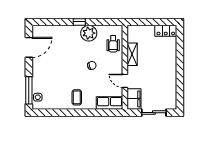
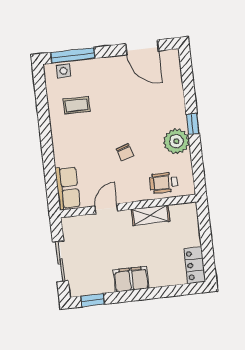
window: (180, 96) -> (93, 300), added
coffee table: (77, 97) -> (77, 105), moved
filing cabinet: (134, 99) -> (131, 279), moved, turned 180

